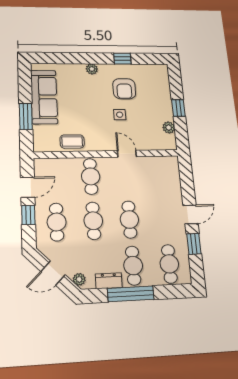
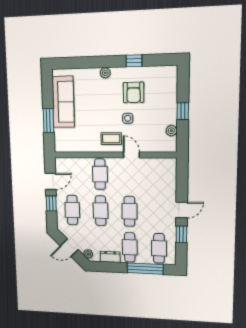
coffee table: (72, 141) -> (111, 139), moved
window: (131, 294) -> (145, 269), moved

